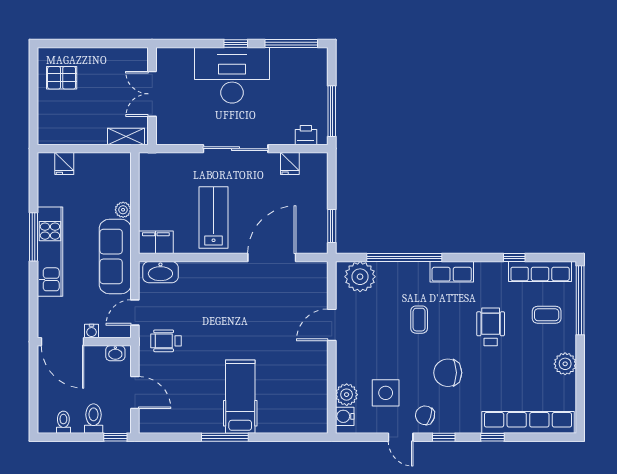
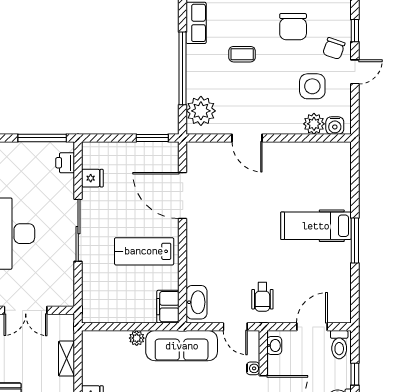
shelving: (126, 137) -> (66, 359), moved
toilet: (94, 419) -> (339, 345), moved, turned -90
window: (115, 437) -> (355, 374), moved

